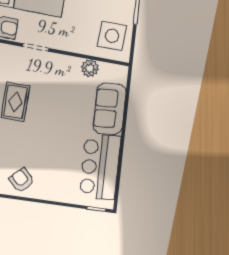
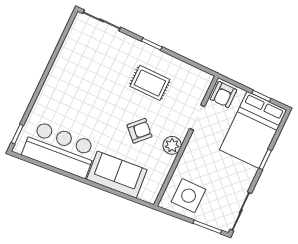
plant: (90, 68) -> (172, 145), moved
armchair: (22, 180) -> (139, 131), moved

